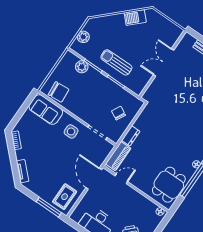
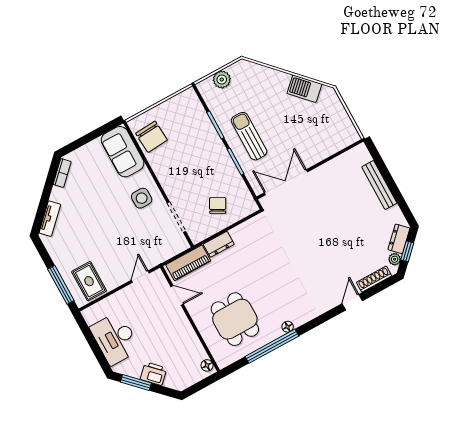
double door: (164, 62) -> (286, 182), moved
plant: (82, 67) -> (200, 119), removed
door: (94, 179) -> (140, 277), width x0.53
dining table: (169, 185) -> (235, 319), moved, turned 90
rug: (65, 197) -> (89, 281), turned 90

